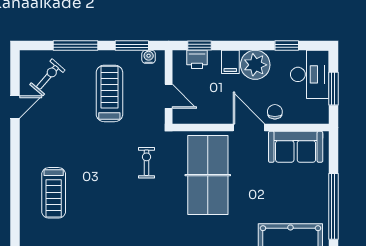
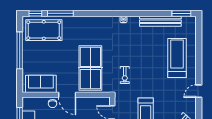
door: (15, 107) -> (199, 91), moved
treadmill: (54, 193) -> (177, 58), width x1.37, depth x1.38

